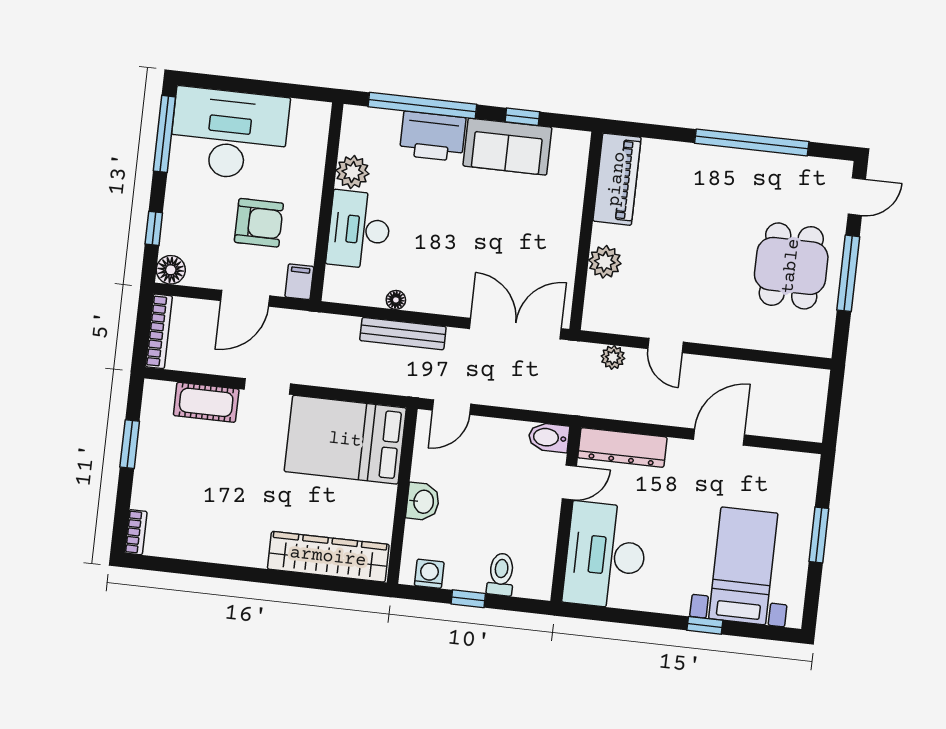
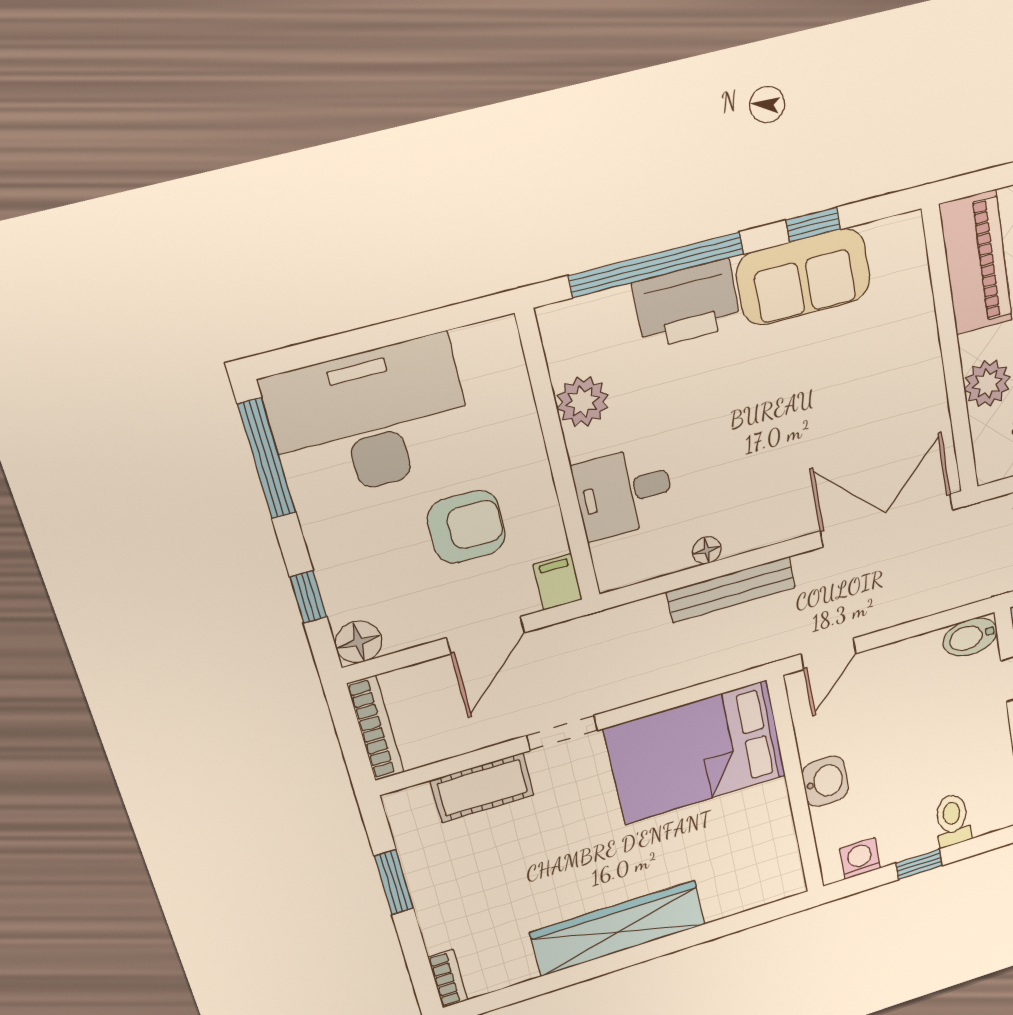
desk: (359, 230) -> (624, 492), width x0.73
wardrobe: (328, 557) -> (618, 928), moved

